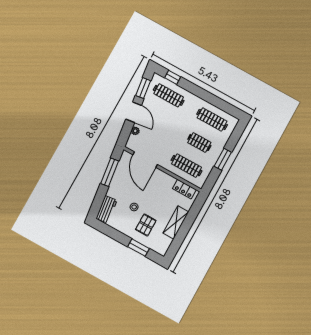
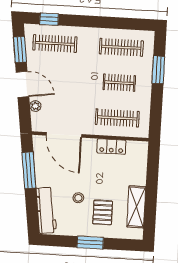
window: (223, 159) -> (158, 70), moved
locker: (184, 189) -> (111, 146), moved
workbench: (107, 209) -> (46, 210), width x1.38
shelving: (176, 222) -> (136, 207), moved
window: (138, 248) -> (90, 243), moved

